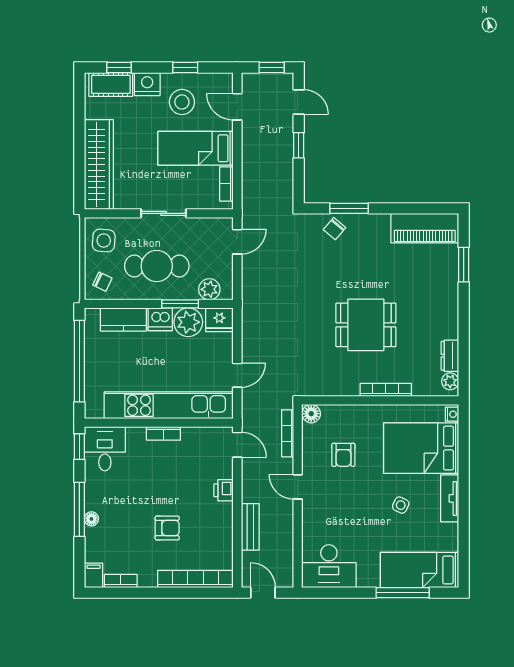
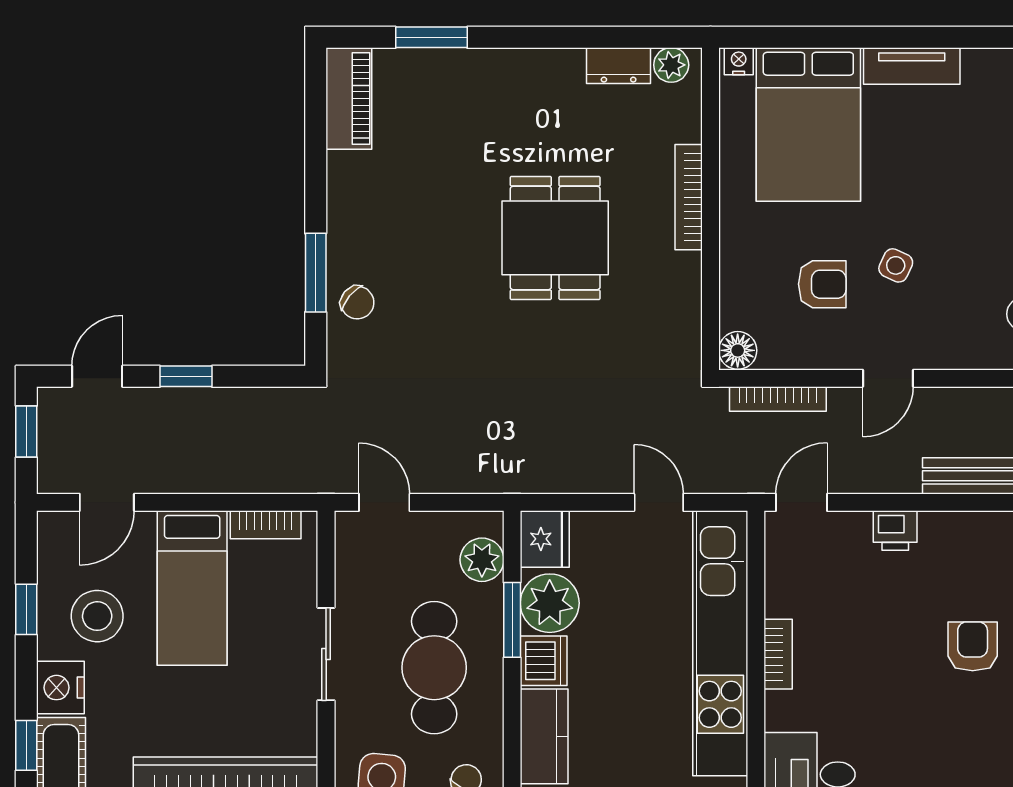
piano: (425, 228) -> (349, 99), width x0.73, depth x0.75
side table: (401, 505) -> (896, 265), moved

